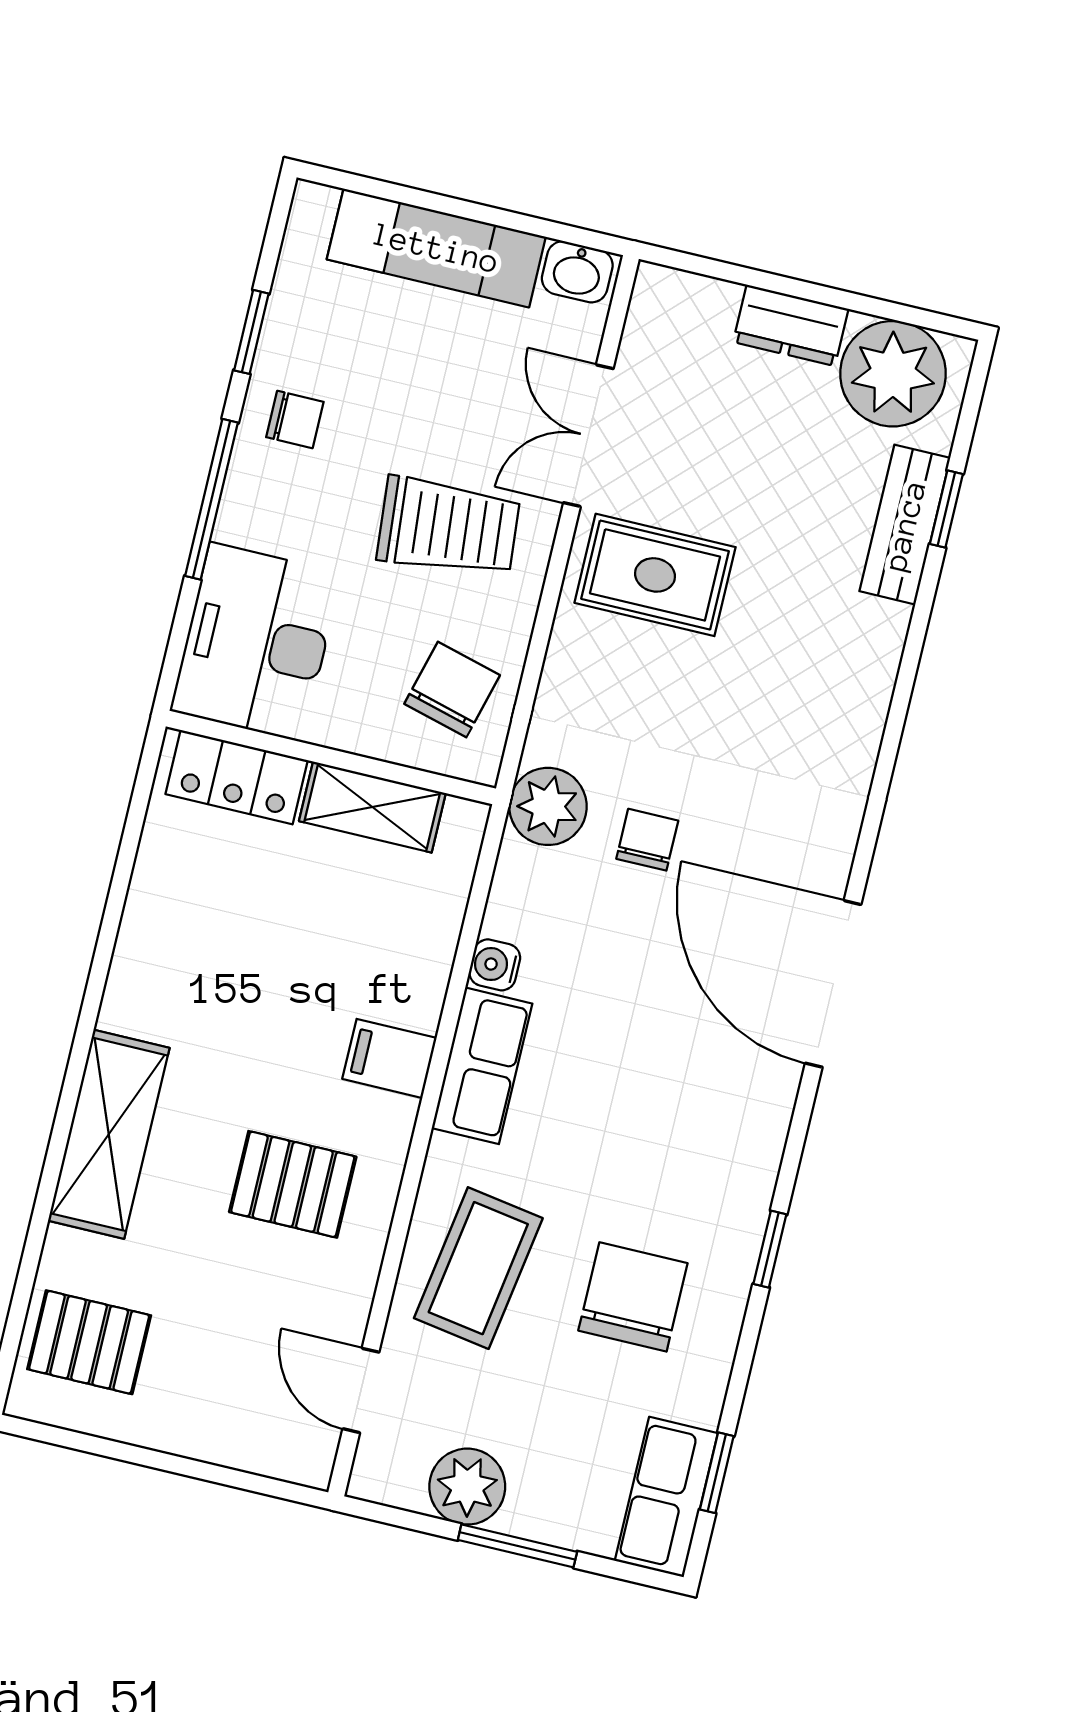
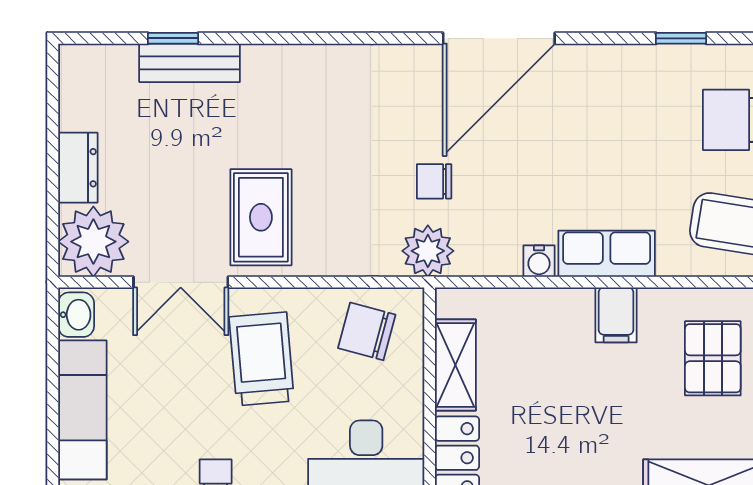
plant: (893, 374) -> (93, 242), moved

